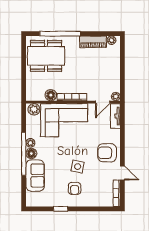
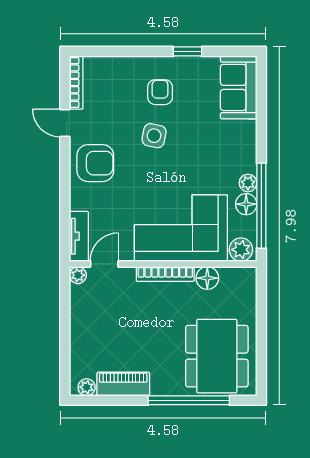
dining table: (46, 56) -> (217, 356), turned 90
floor lamp: (31, 153) -> (246, 204), moved
window: (24, 154) -> (261, 206), moved
sofa: (35, 176) -> (239, 87), moved

